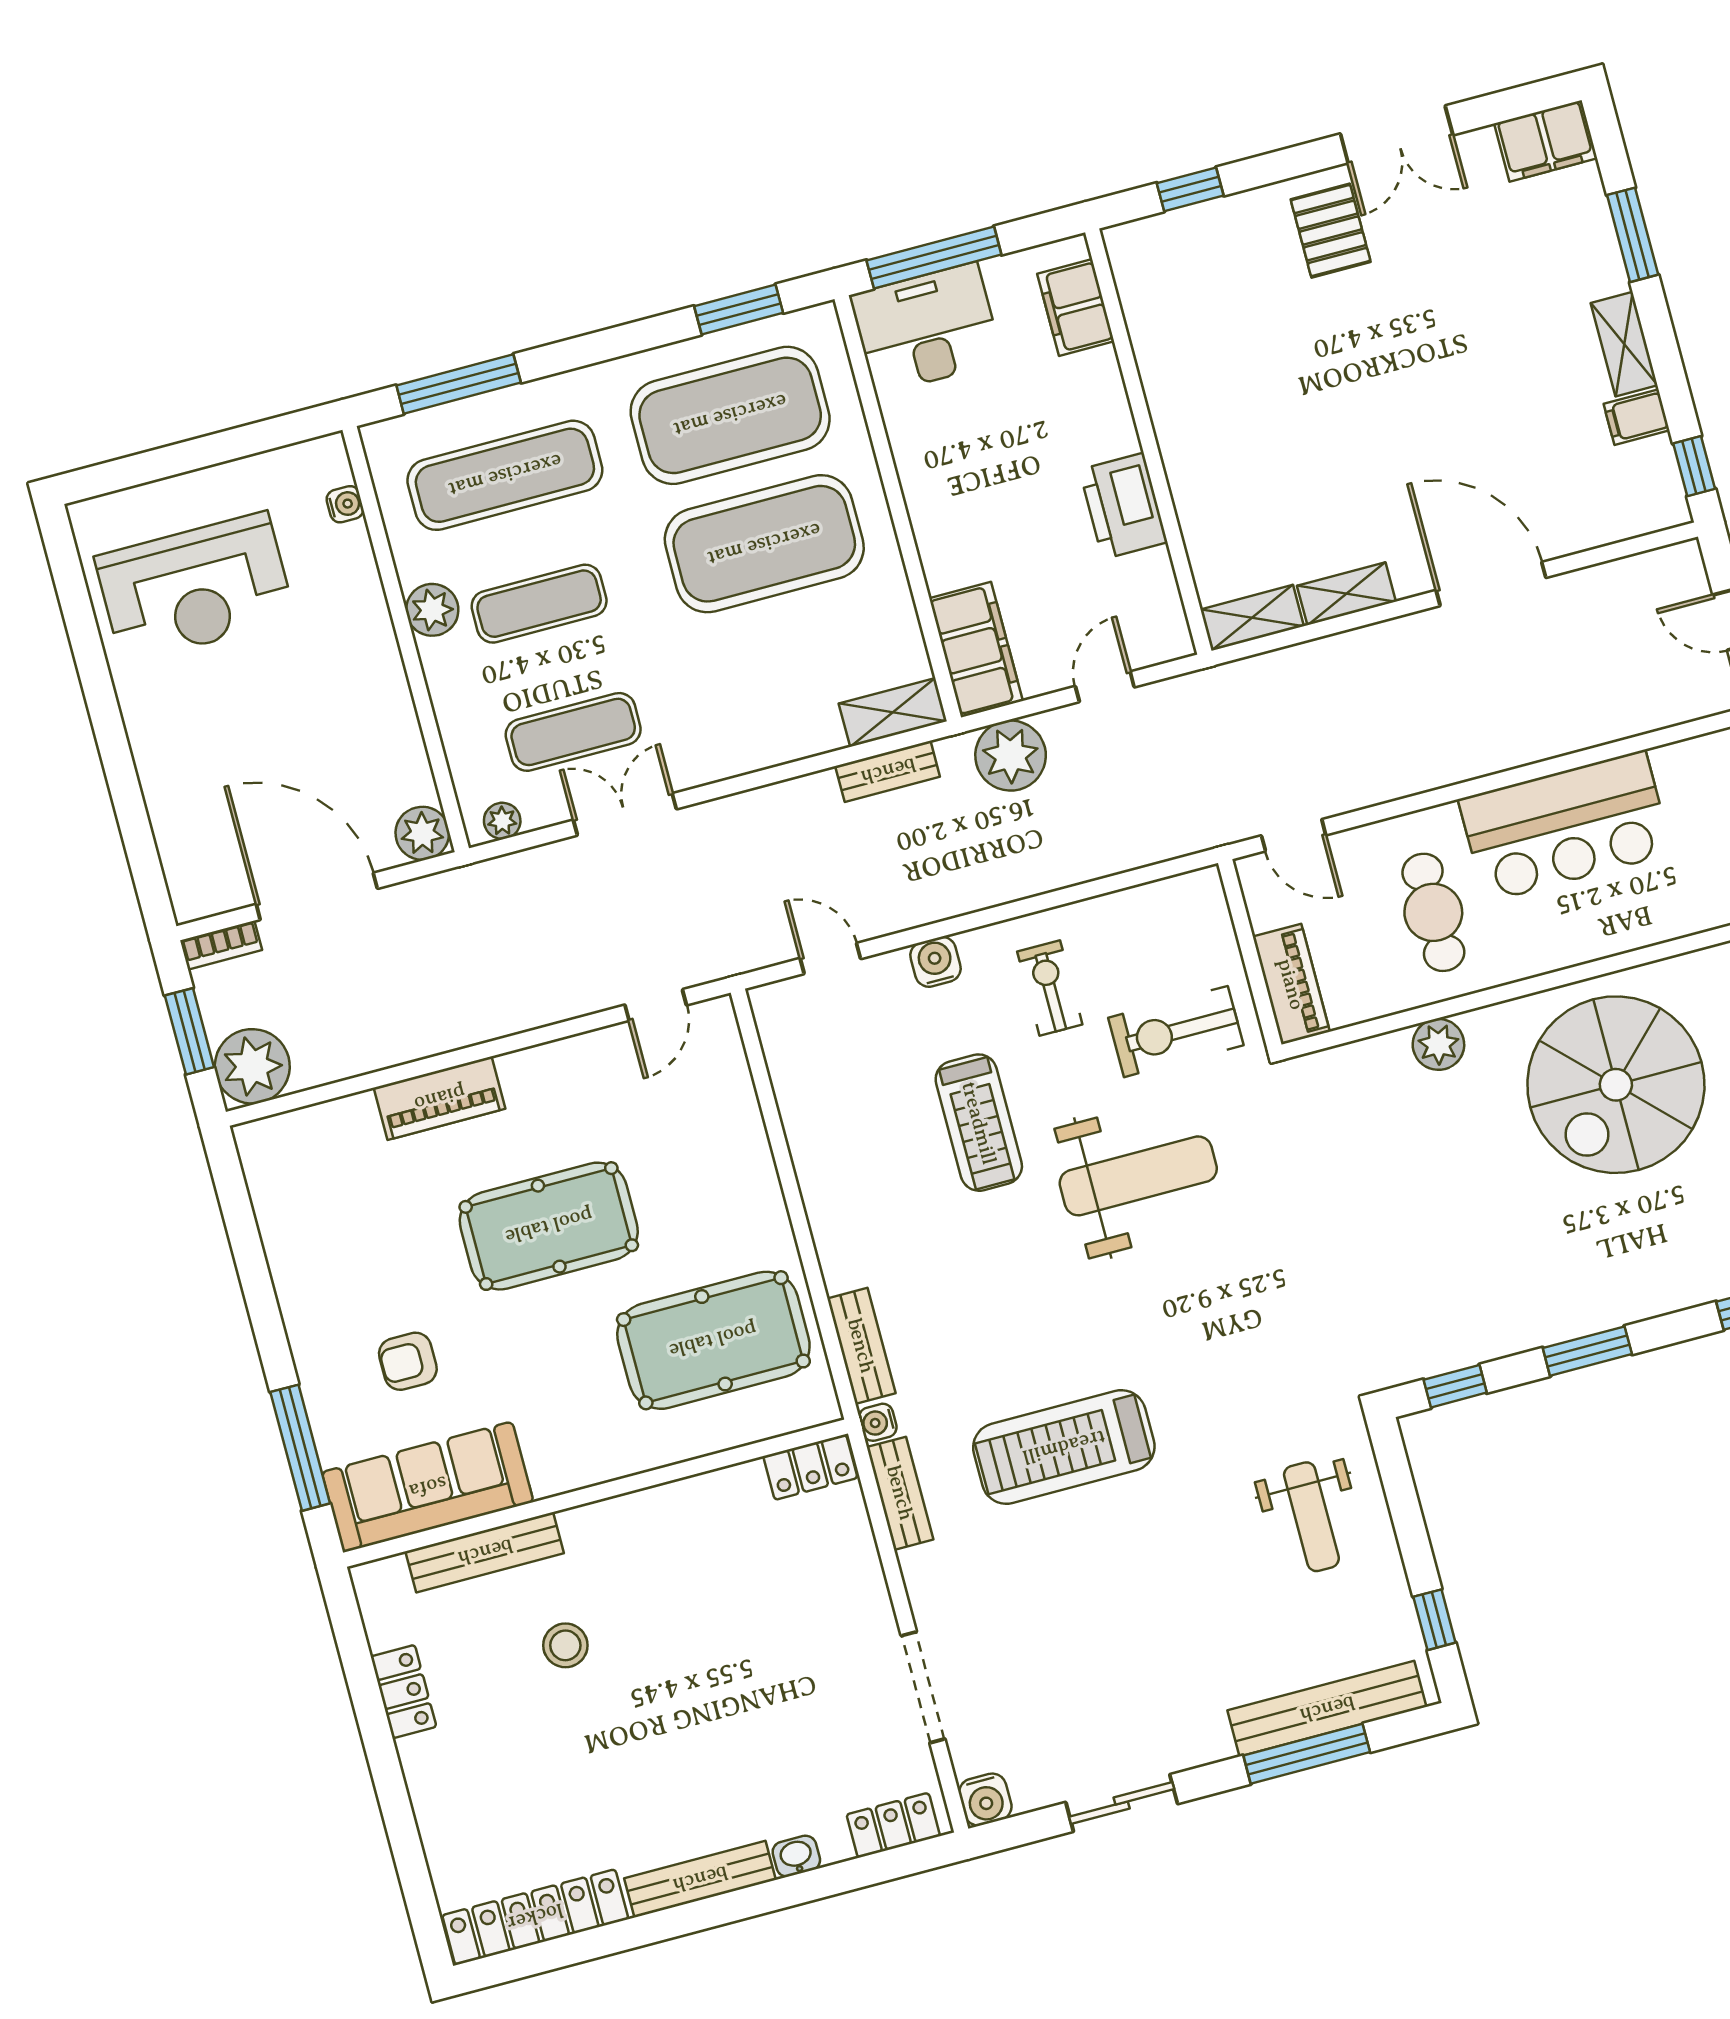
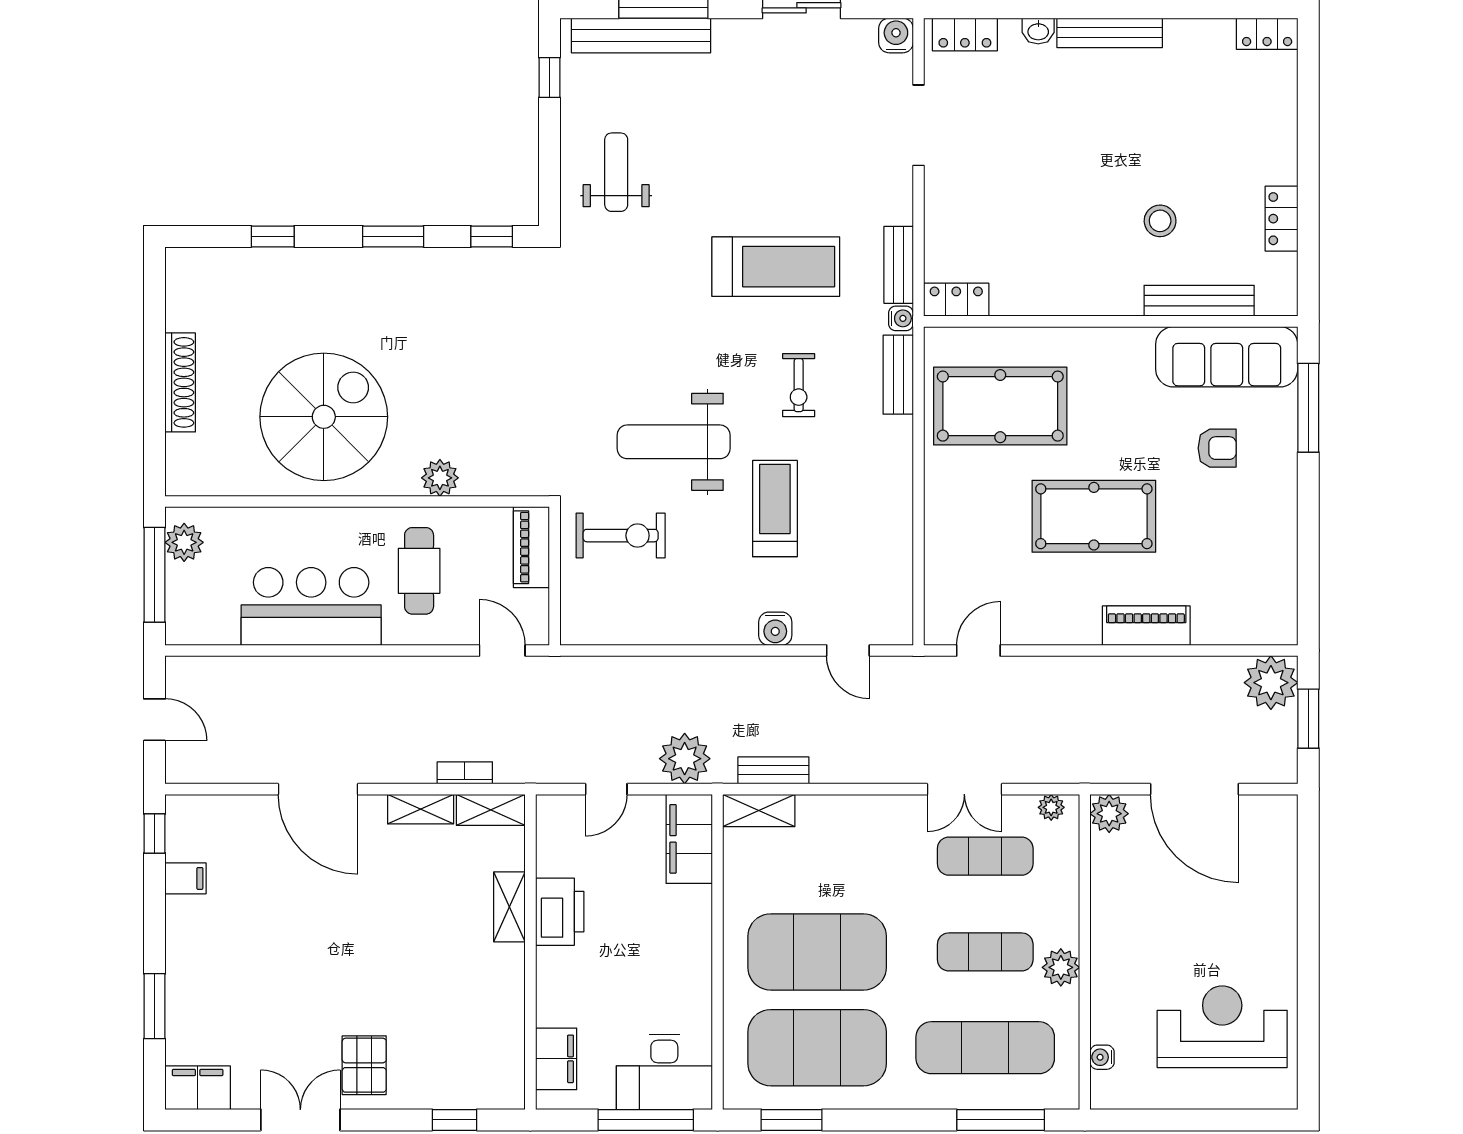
shelving: (1624, 344) -> (509, 907), moved
bookcase: (221, 945) -> (465, 773), moved
exercise bike: (1050, 988) -> (799, 385), moved
locker: (535, 1917) -> (1267, 34), width x0.46, depth x0.83

